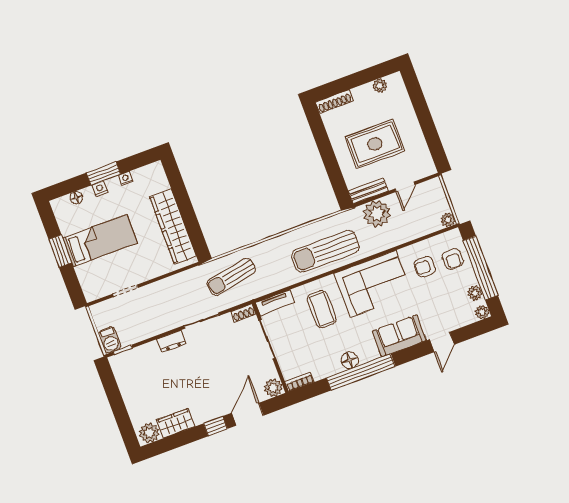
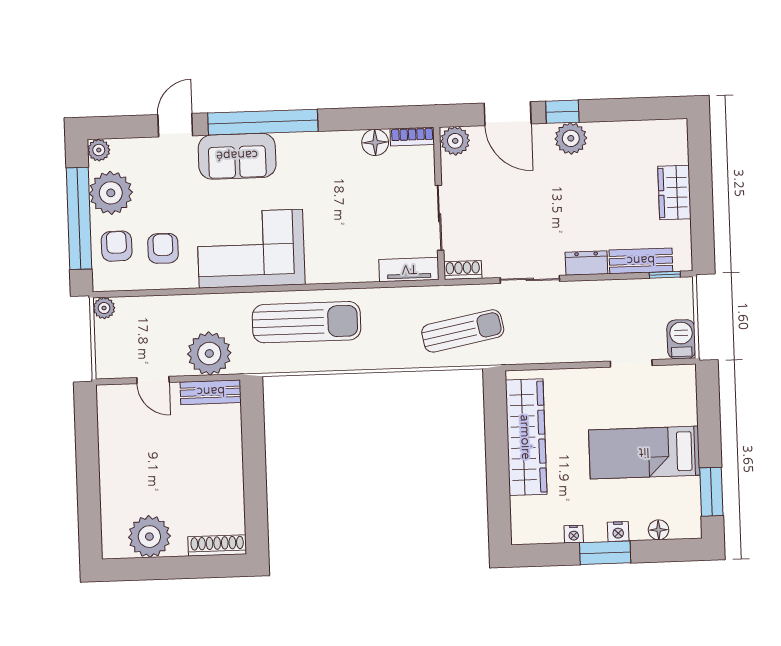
plant: (380, 86) -> (149, 537), width x1.88, depth x1.88
rug: (375, 144) -> (177, 461), removed
door: (405, 187) -> (153, 380), swing flipped
window: (60, 251) -> (711, 492), moved
armchair: (425, 267) -> (163, 248), turned -90
plant: (475, 293) -> (111, 193), width x1.88, depth x1.88
coffee table: (322, 309) -> (342, 236), removed
barbecue: (110, 340) -> (681, 339), moved
bench: (140, 353) -> (641, 261), added
floor lamp: (350, 360) -> (375, 142), moved
window: (361, 372) -> (263, 122), moved
door: (248, 414) -> (508, 114), hinge flipped
wardrobe: (176, 423) -> (674, 193), moved, turned 90
plant: (149, 433) -> (571, 138), moved

